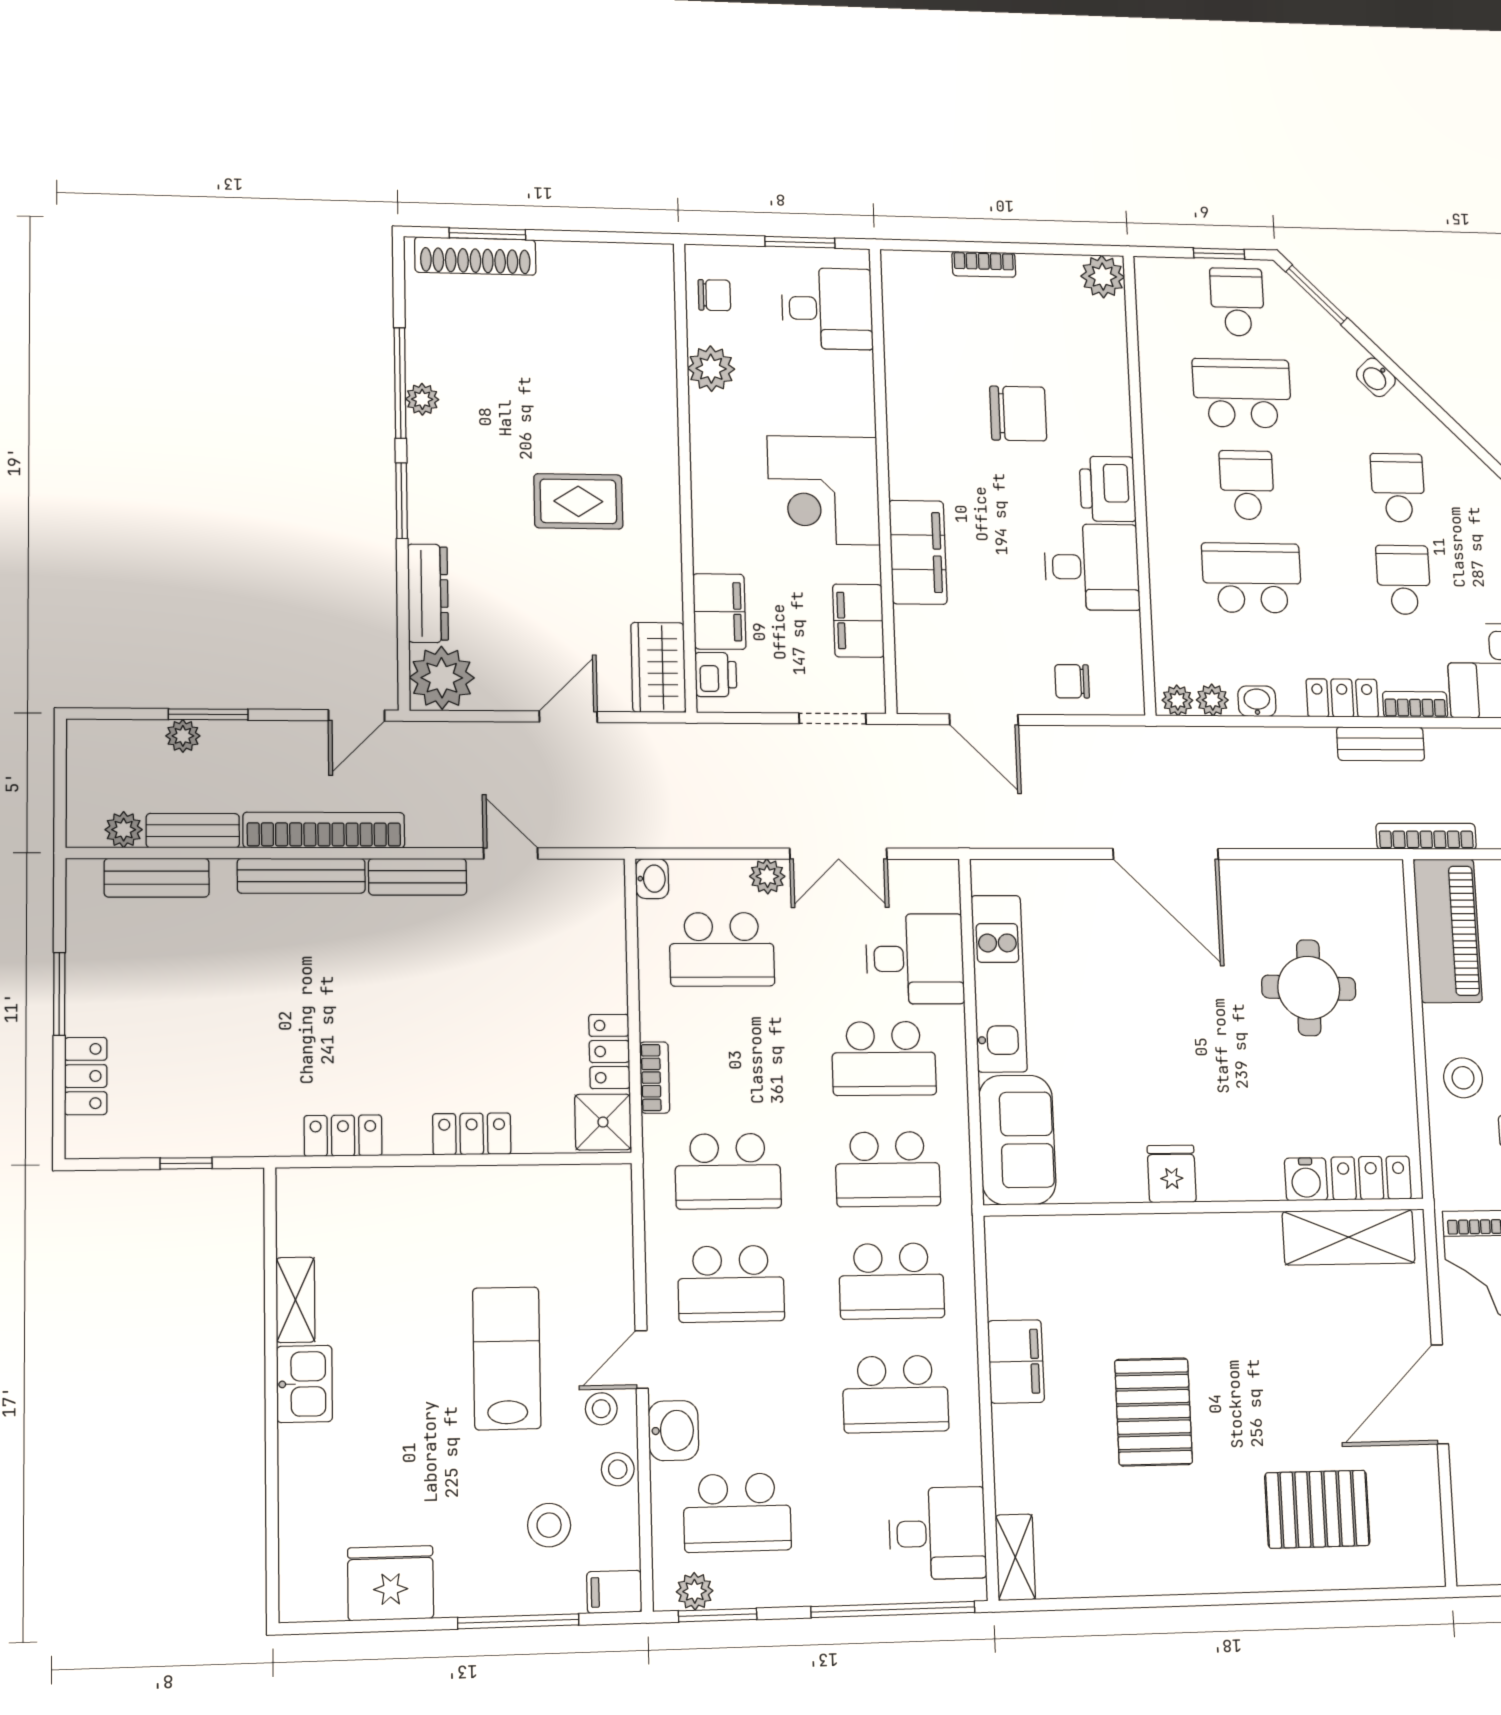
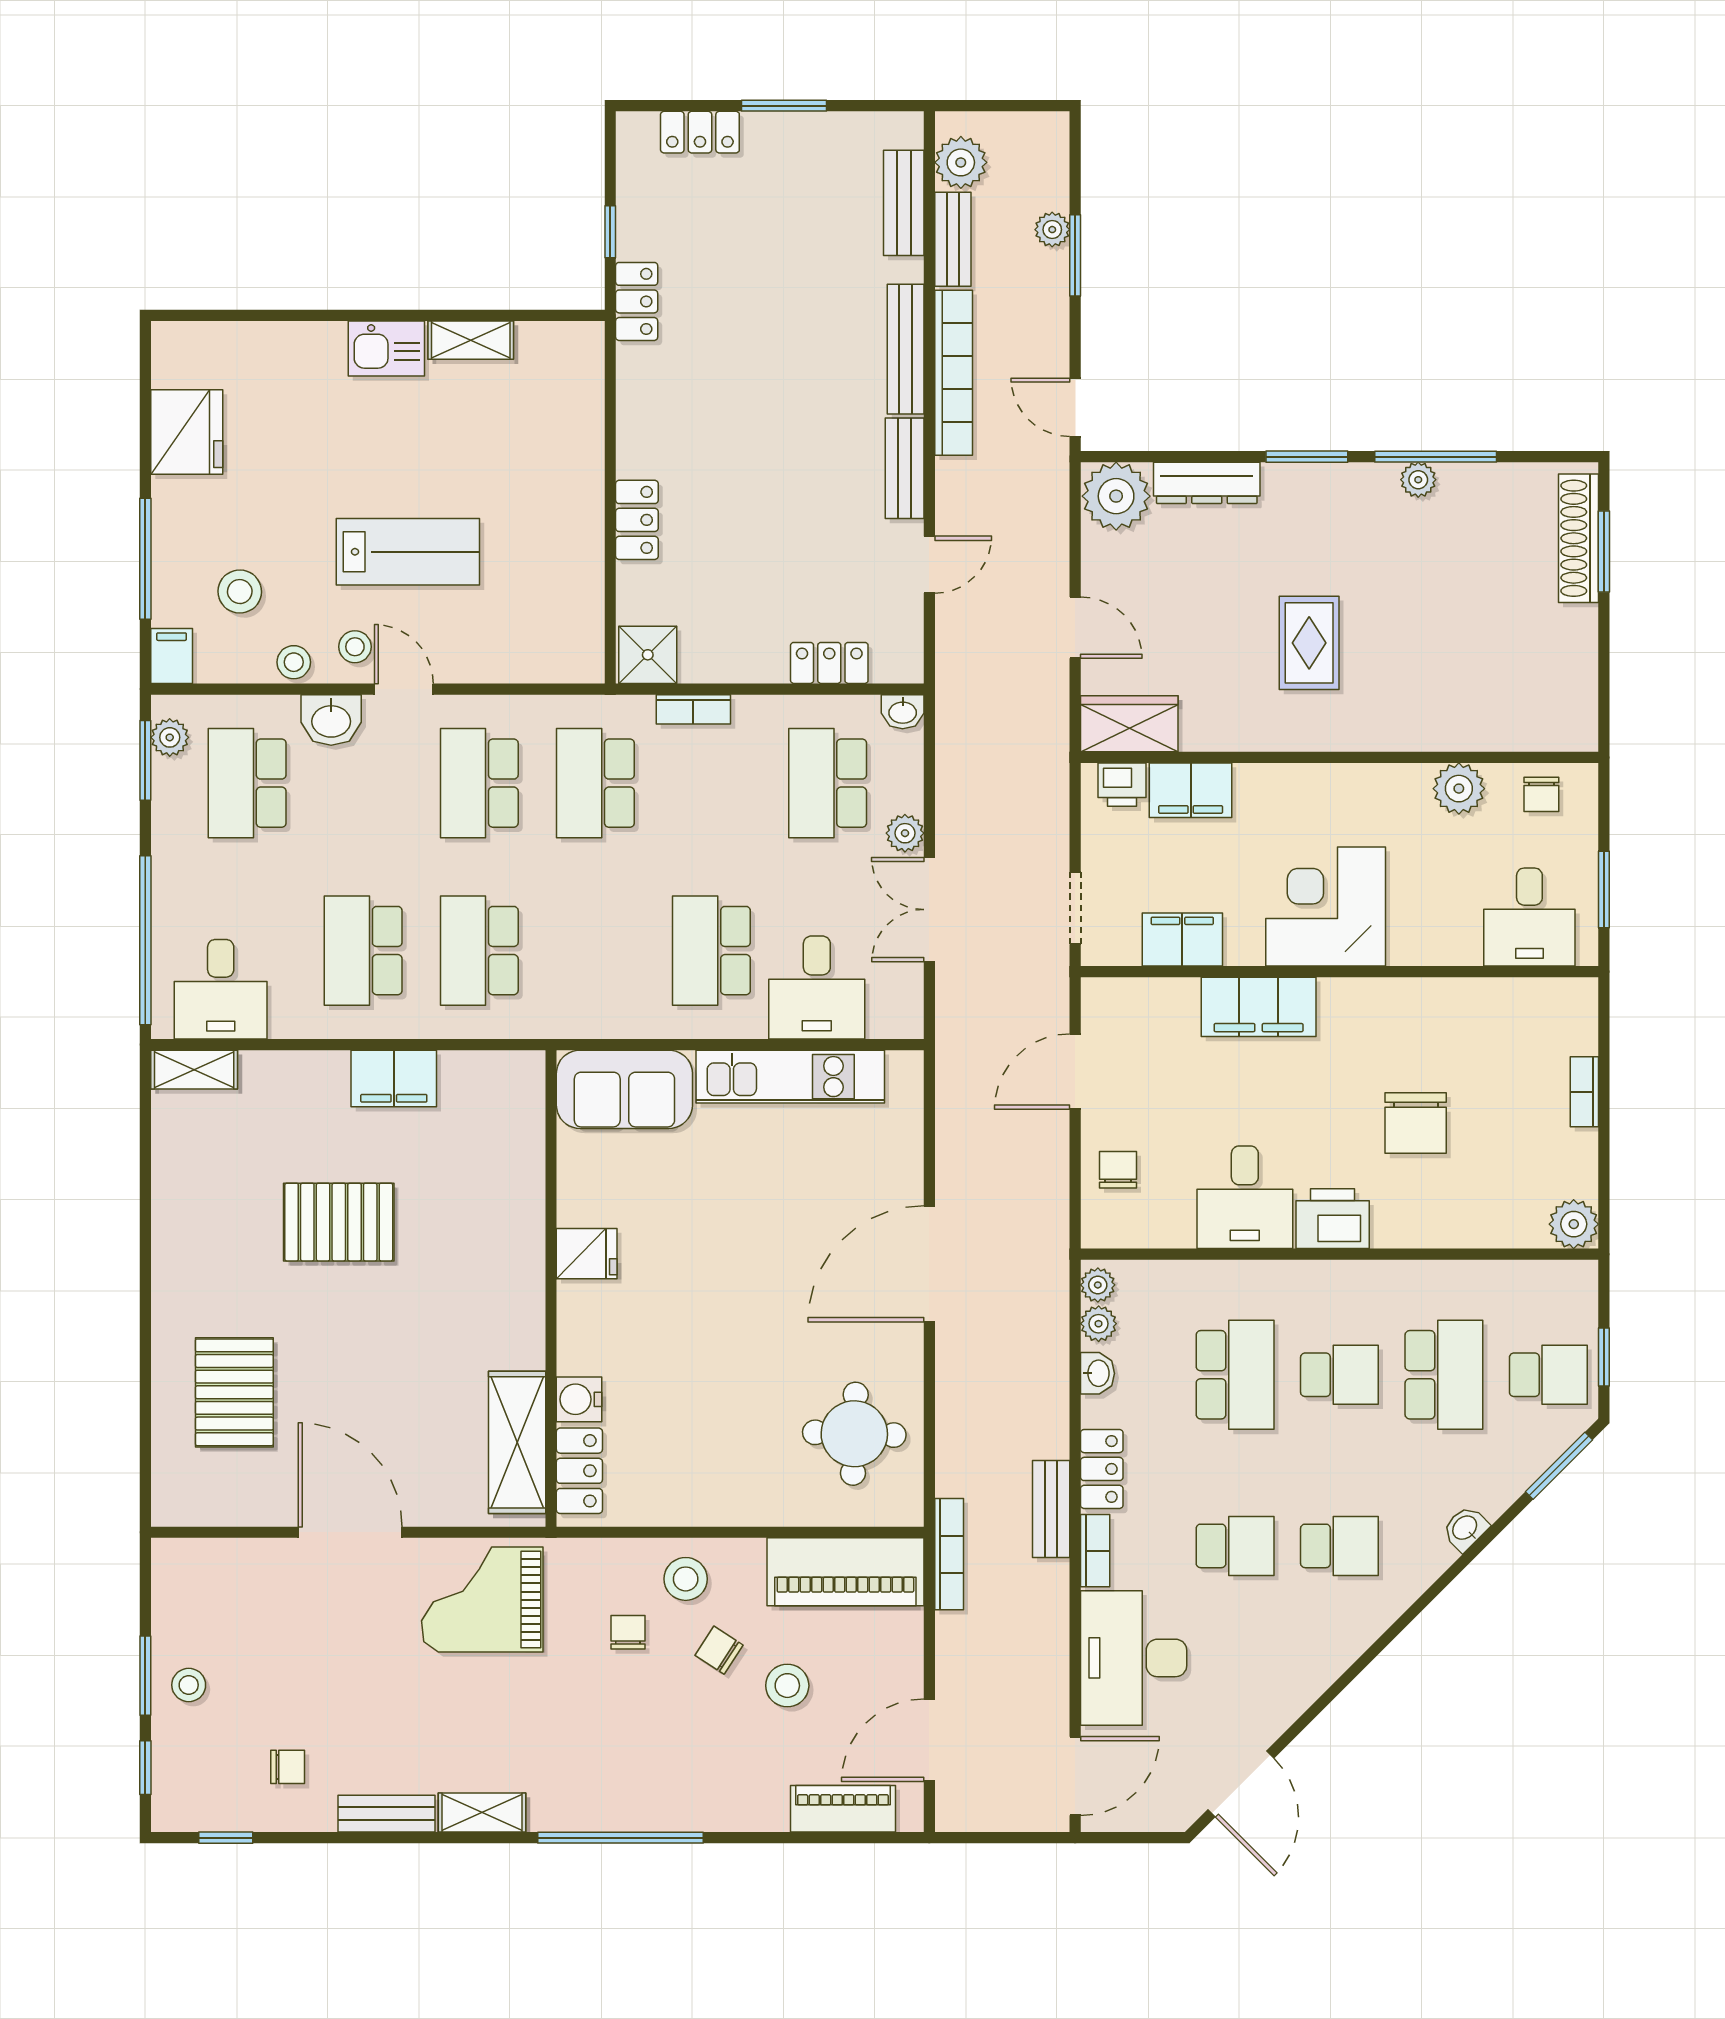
plant: (124, 830) -> (961, 162), width x1.38, depth x1.38
round table: (1309, 988) -> (854, 1434), moved
locker: (609, 1051) -> (829, 663), moved
locker: (343, 1136) -> (637, 301), moved
school desk: (888, 1169) -> (595, 951), removed

